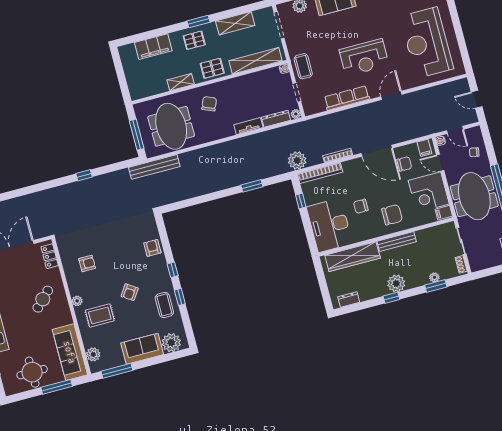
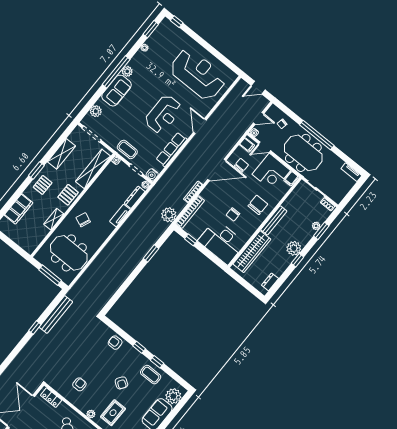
reception desk: (427, 43) -> (198, 74), turned 180
water cooler: (310, 109) -> (152, 175), added
bench: (154, 167) -> (56, 315), moved

